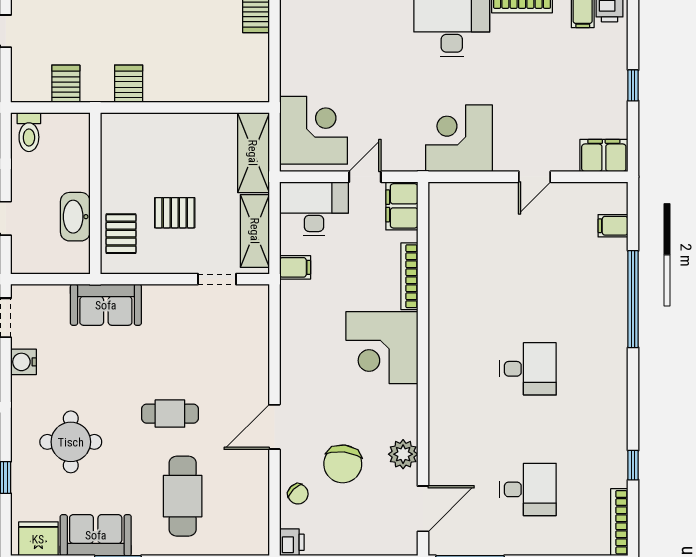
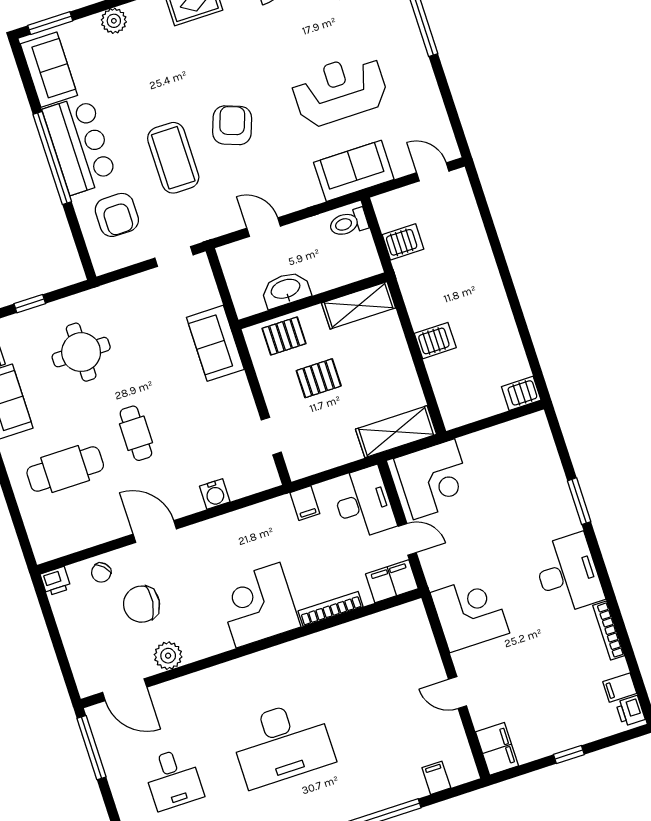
server rack: (129, 84) -> (435, 341), moved
pallet: (175, 213) -> (319, 378), turned 90
shelving: (255, 231) -> (359, 305), moved
water cooler: (23, 362) -> (215, 494), moved, turned 180
desk: (528, 369) -> (282, 743), width x1.87, depth x1.30

